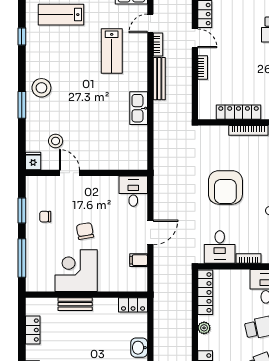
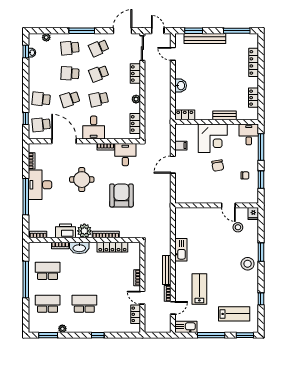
desk: (133, 191) -> (249, 134), moved, turned 180
corner desk: (76, 271) -> (213, 138), moved
locker: (205, 292) -> (135, 123), width x0.66

